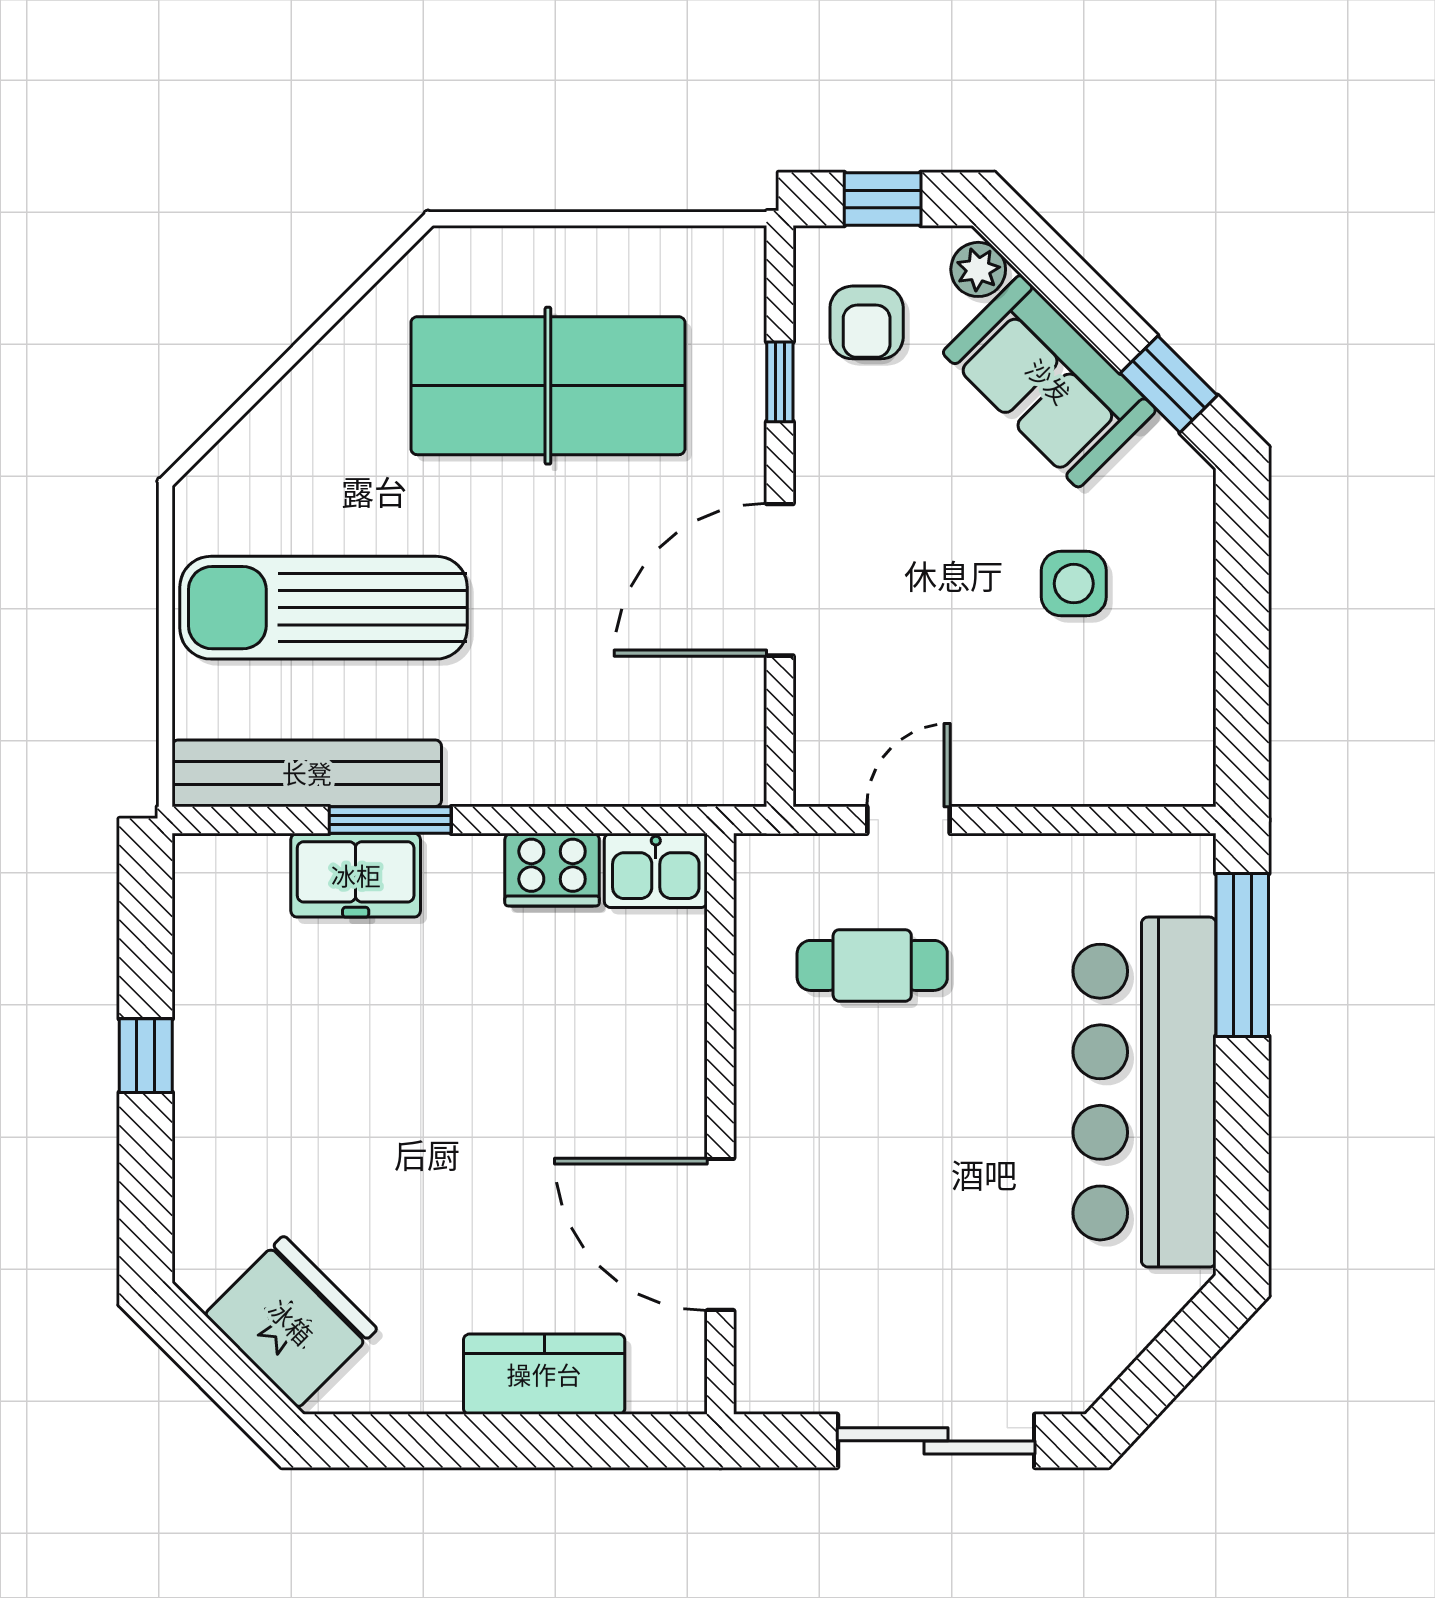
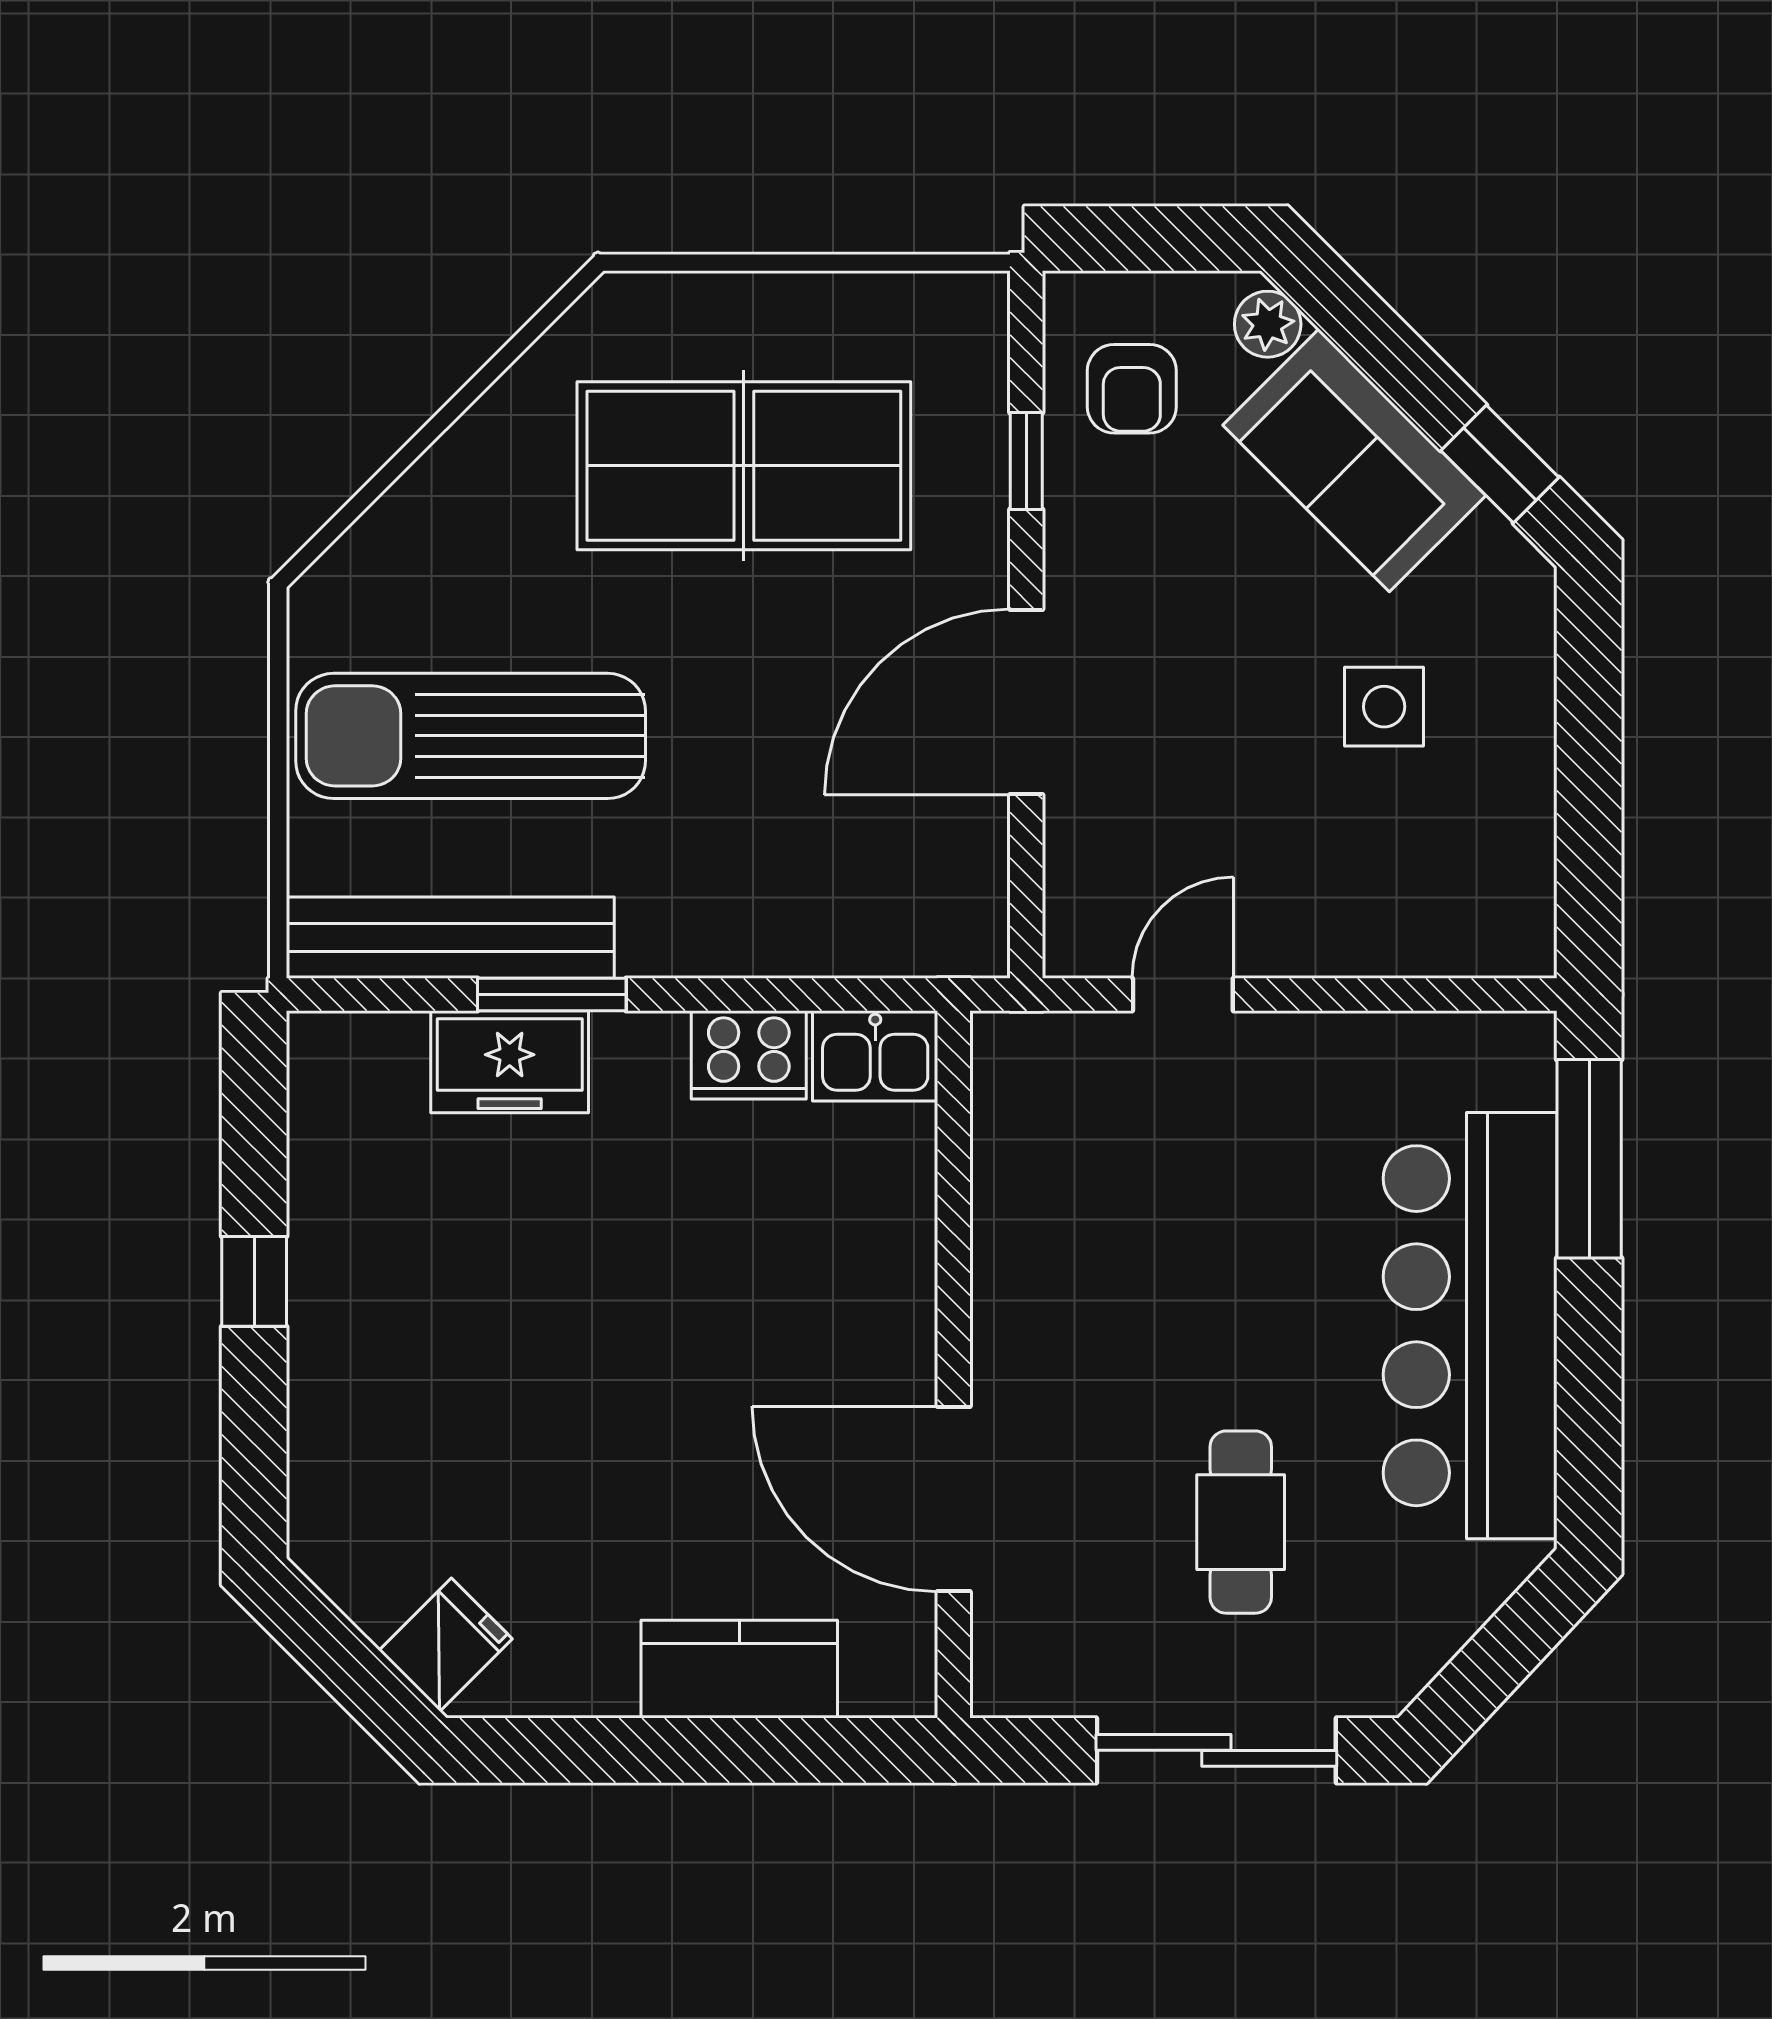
window: (883, 199) -> (1151, 238), removed
cafe table: (872, 965) -> (1241, 1522), moved, turned 90
fridge: (291, 1322) -> (446, 1645), width x0.53, depth x0.75

